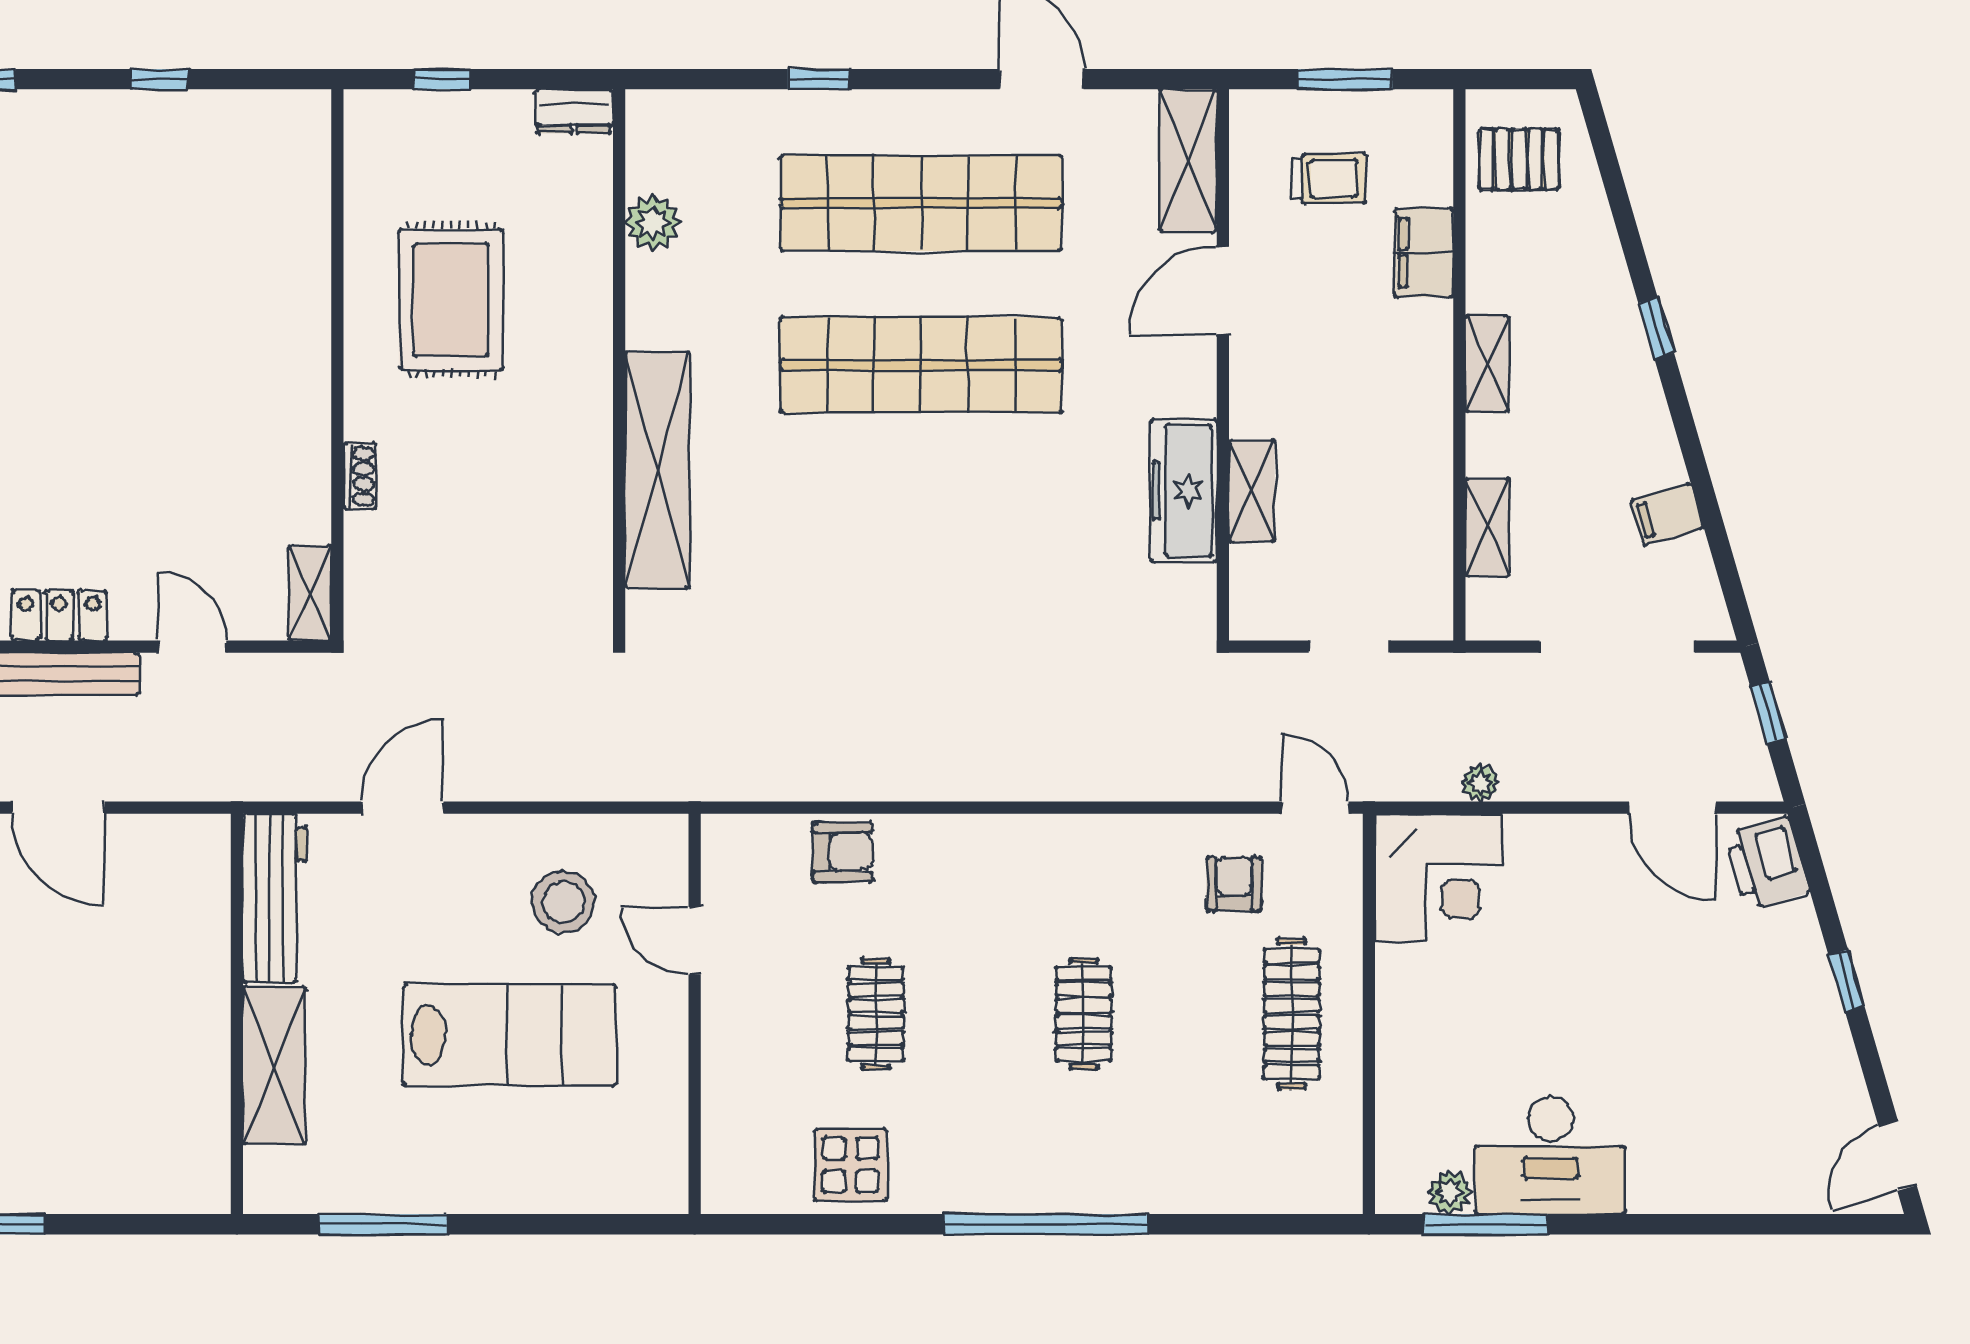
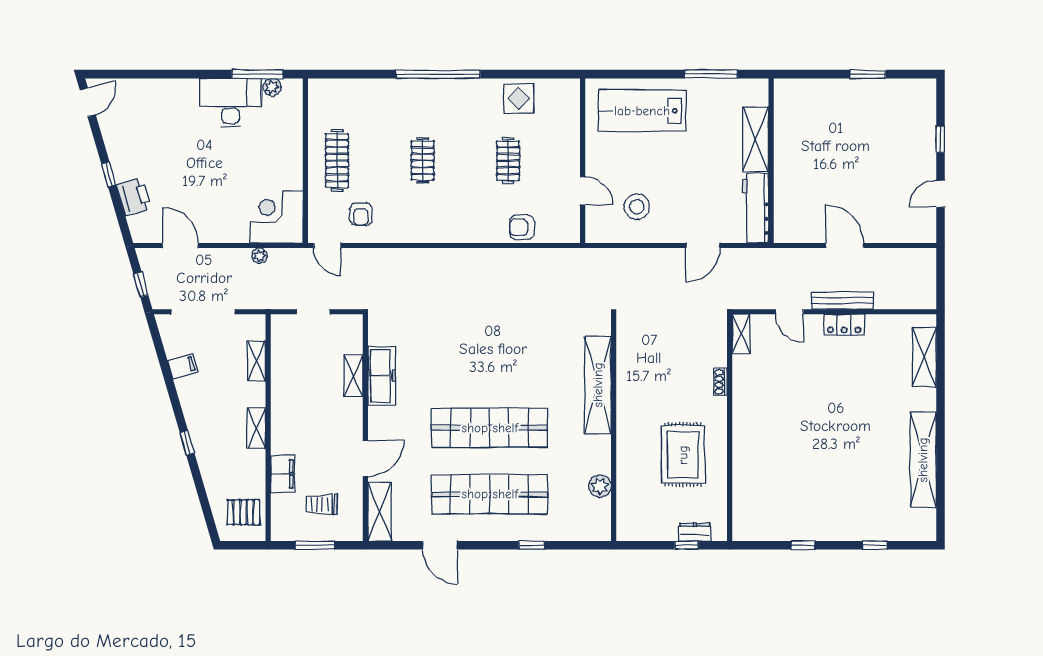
dresser: (574, 111) -> (695, 532), moved
printer: (1767, 863) -> (134, 197), moved
lab bench: (509, 1035) -> (642, 111), moved

